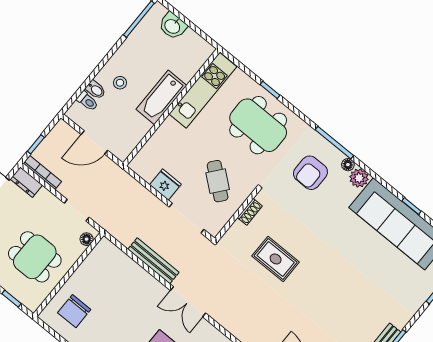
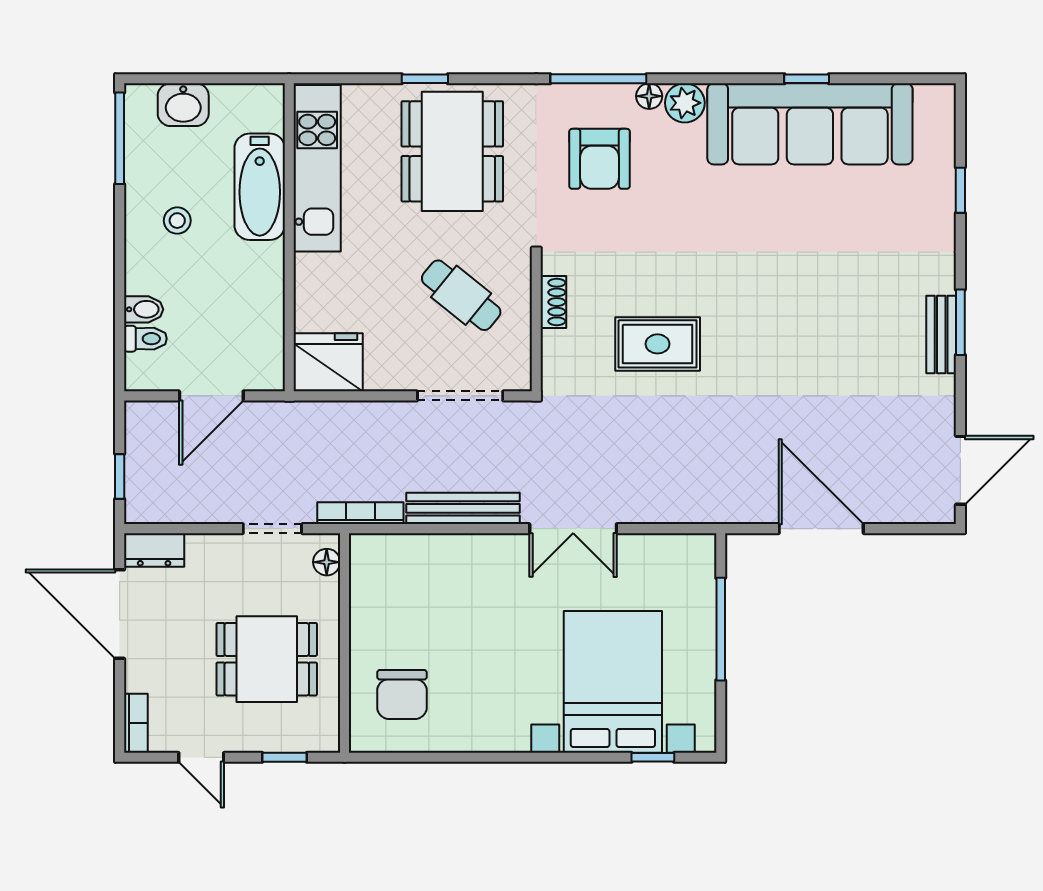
stool: (120, 83) -> (177, 221), moved
bathtub: (161, 97) -> (260, 187), moved
dining table: (258, 125) -> (452, 151), turned 90
bookcase: (42, 172) -> (360, 513), moved
fridge: (165, 185) -> (328, 362), moved, width x1.36, depth x1.34

